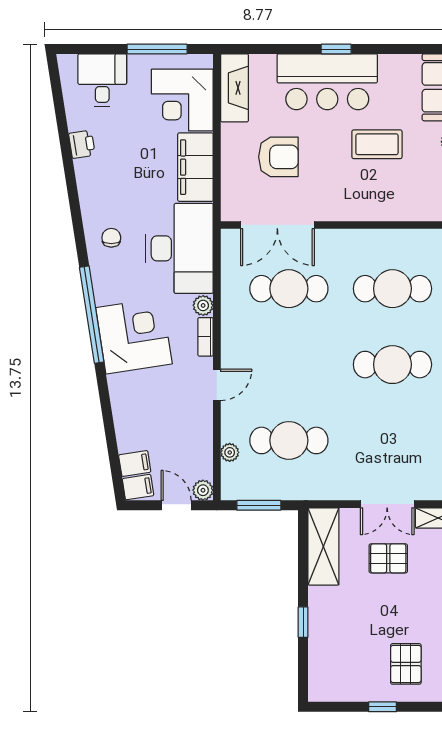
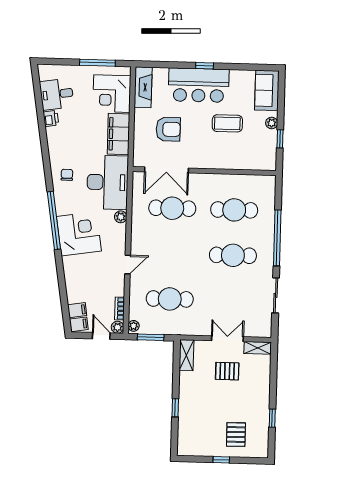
desk: (102, 80) -> (57, 94), moved, turned -99
bookcase: (206, 337) -> (120, 308), moved
plant: (230, 452) -> (134, 326), moved
double door: (387, 504) -> (227, 339), swing flipped
shelving: (323, 546) -> (186, 355), width x0.67, depth x0.75

